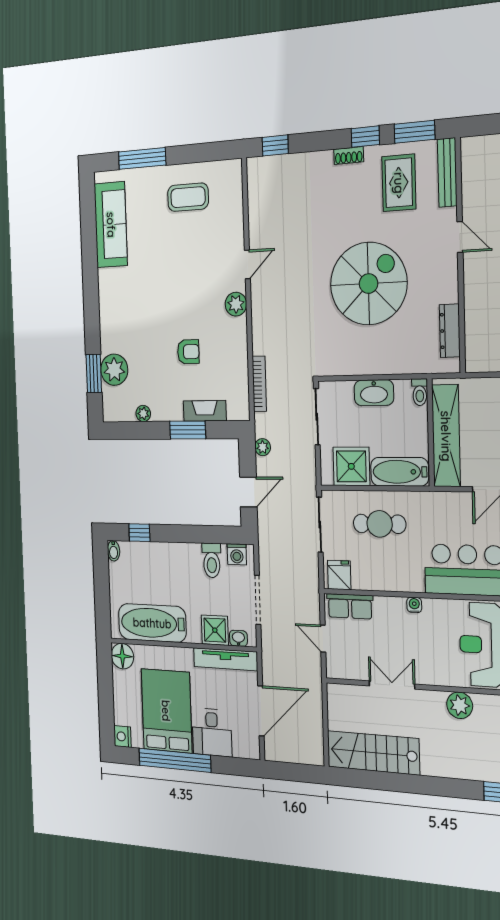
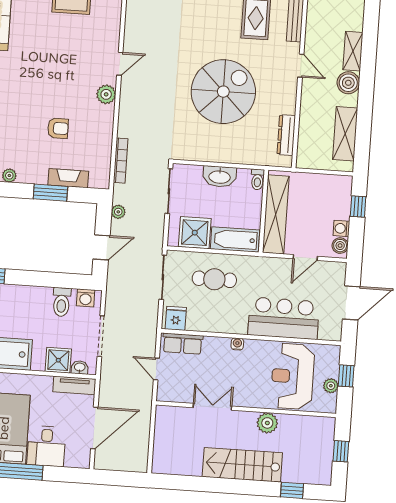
tv unit: (226, 659) -> (74, 385), width x0.71
stairs: (373, 753) -> (242, 465), moved

